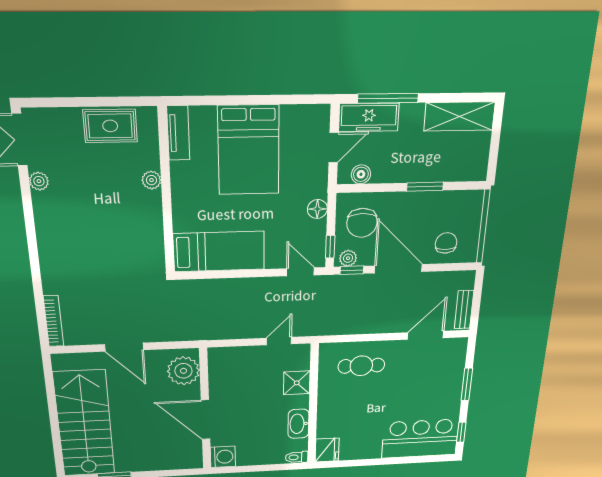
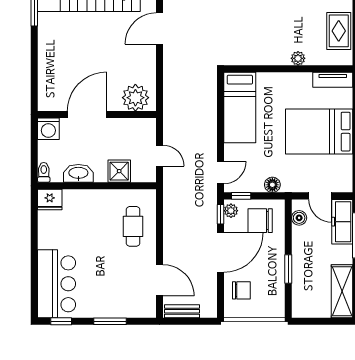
plant: (183, 371) -> (135, 98), moved
wall: (205, 410) -> (97, 115), moved
door: (205, 420) -> (87, 115), moved
washing machine: (223, 457) -> (48, 129), moved

